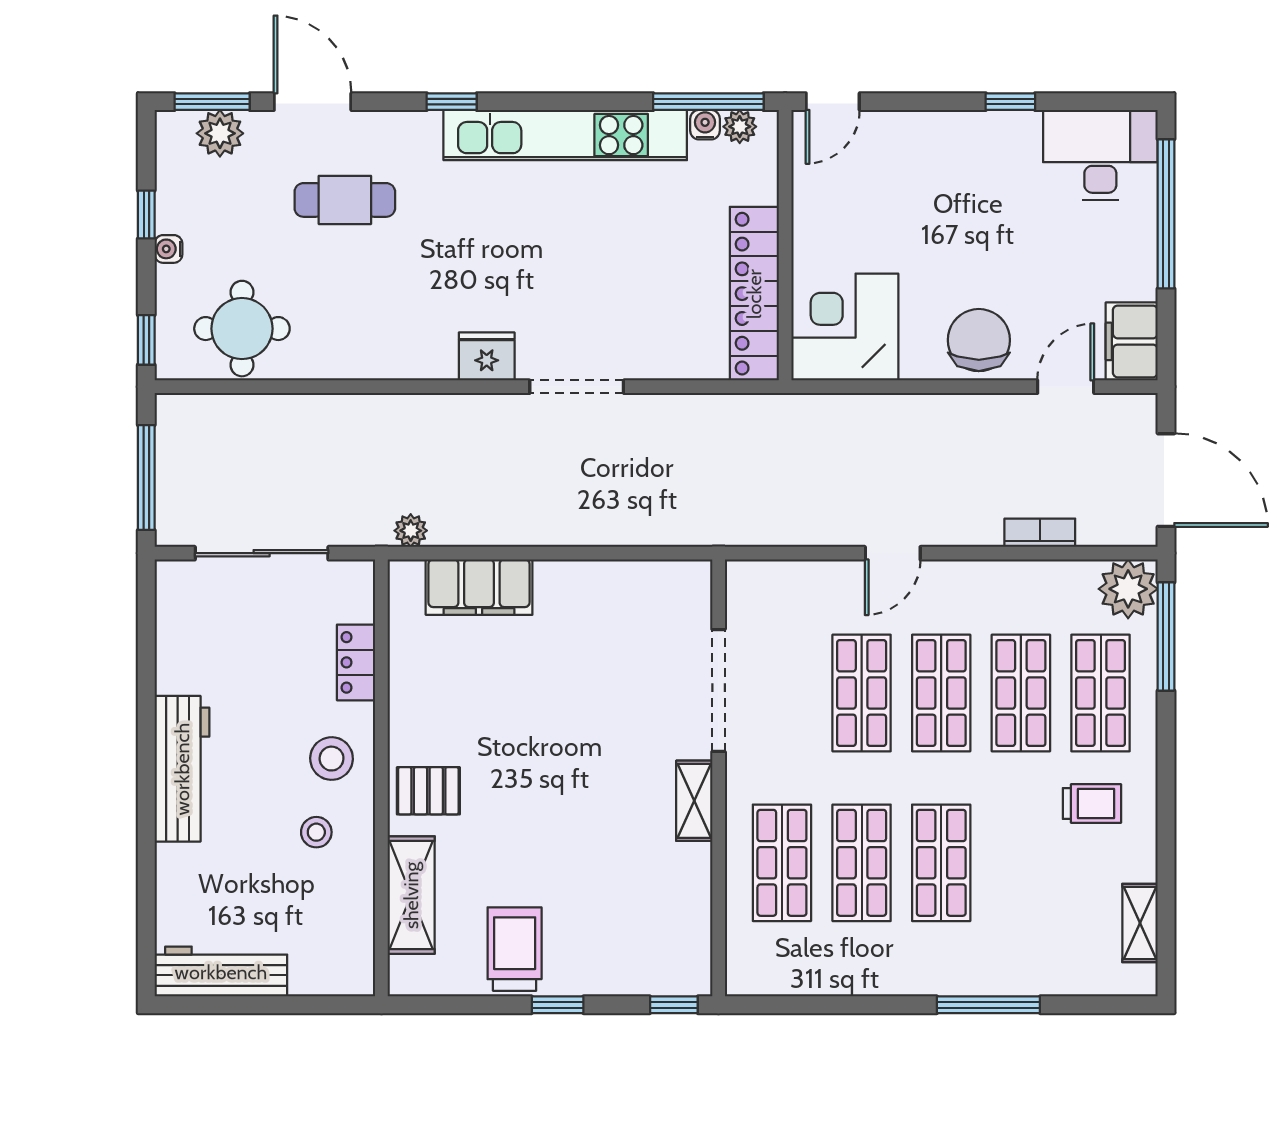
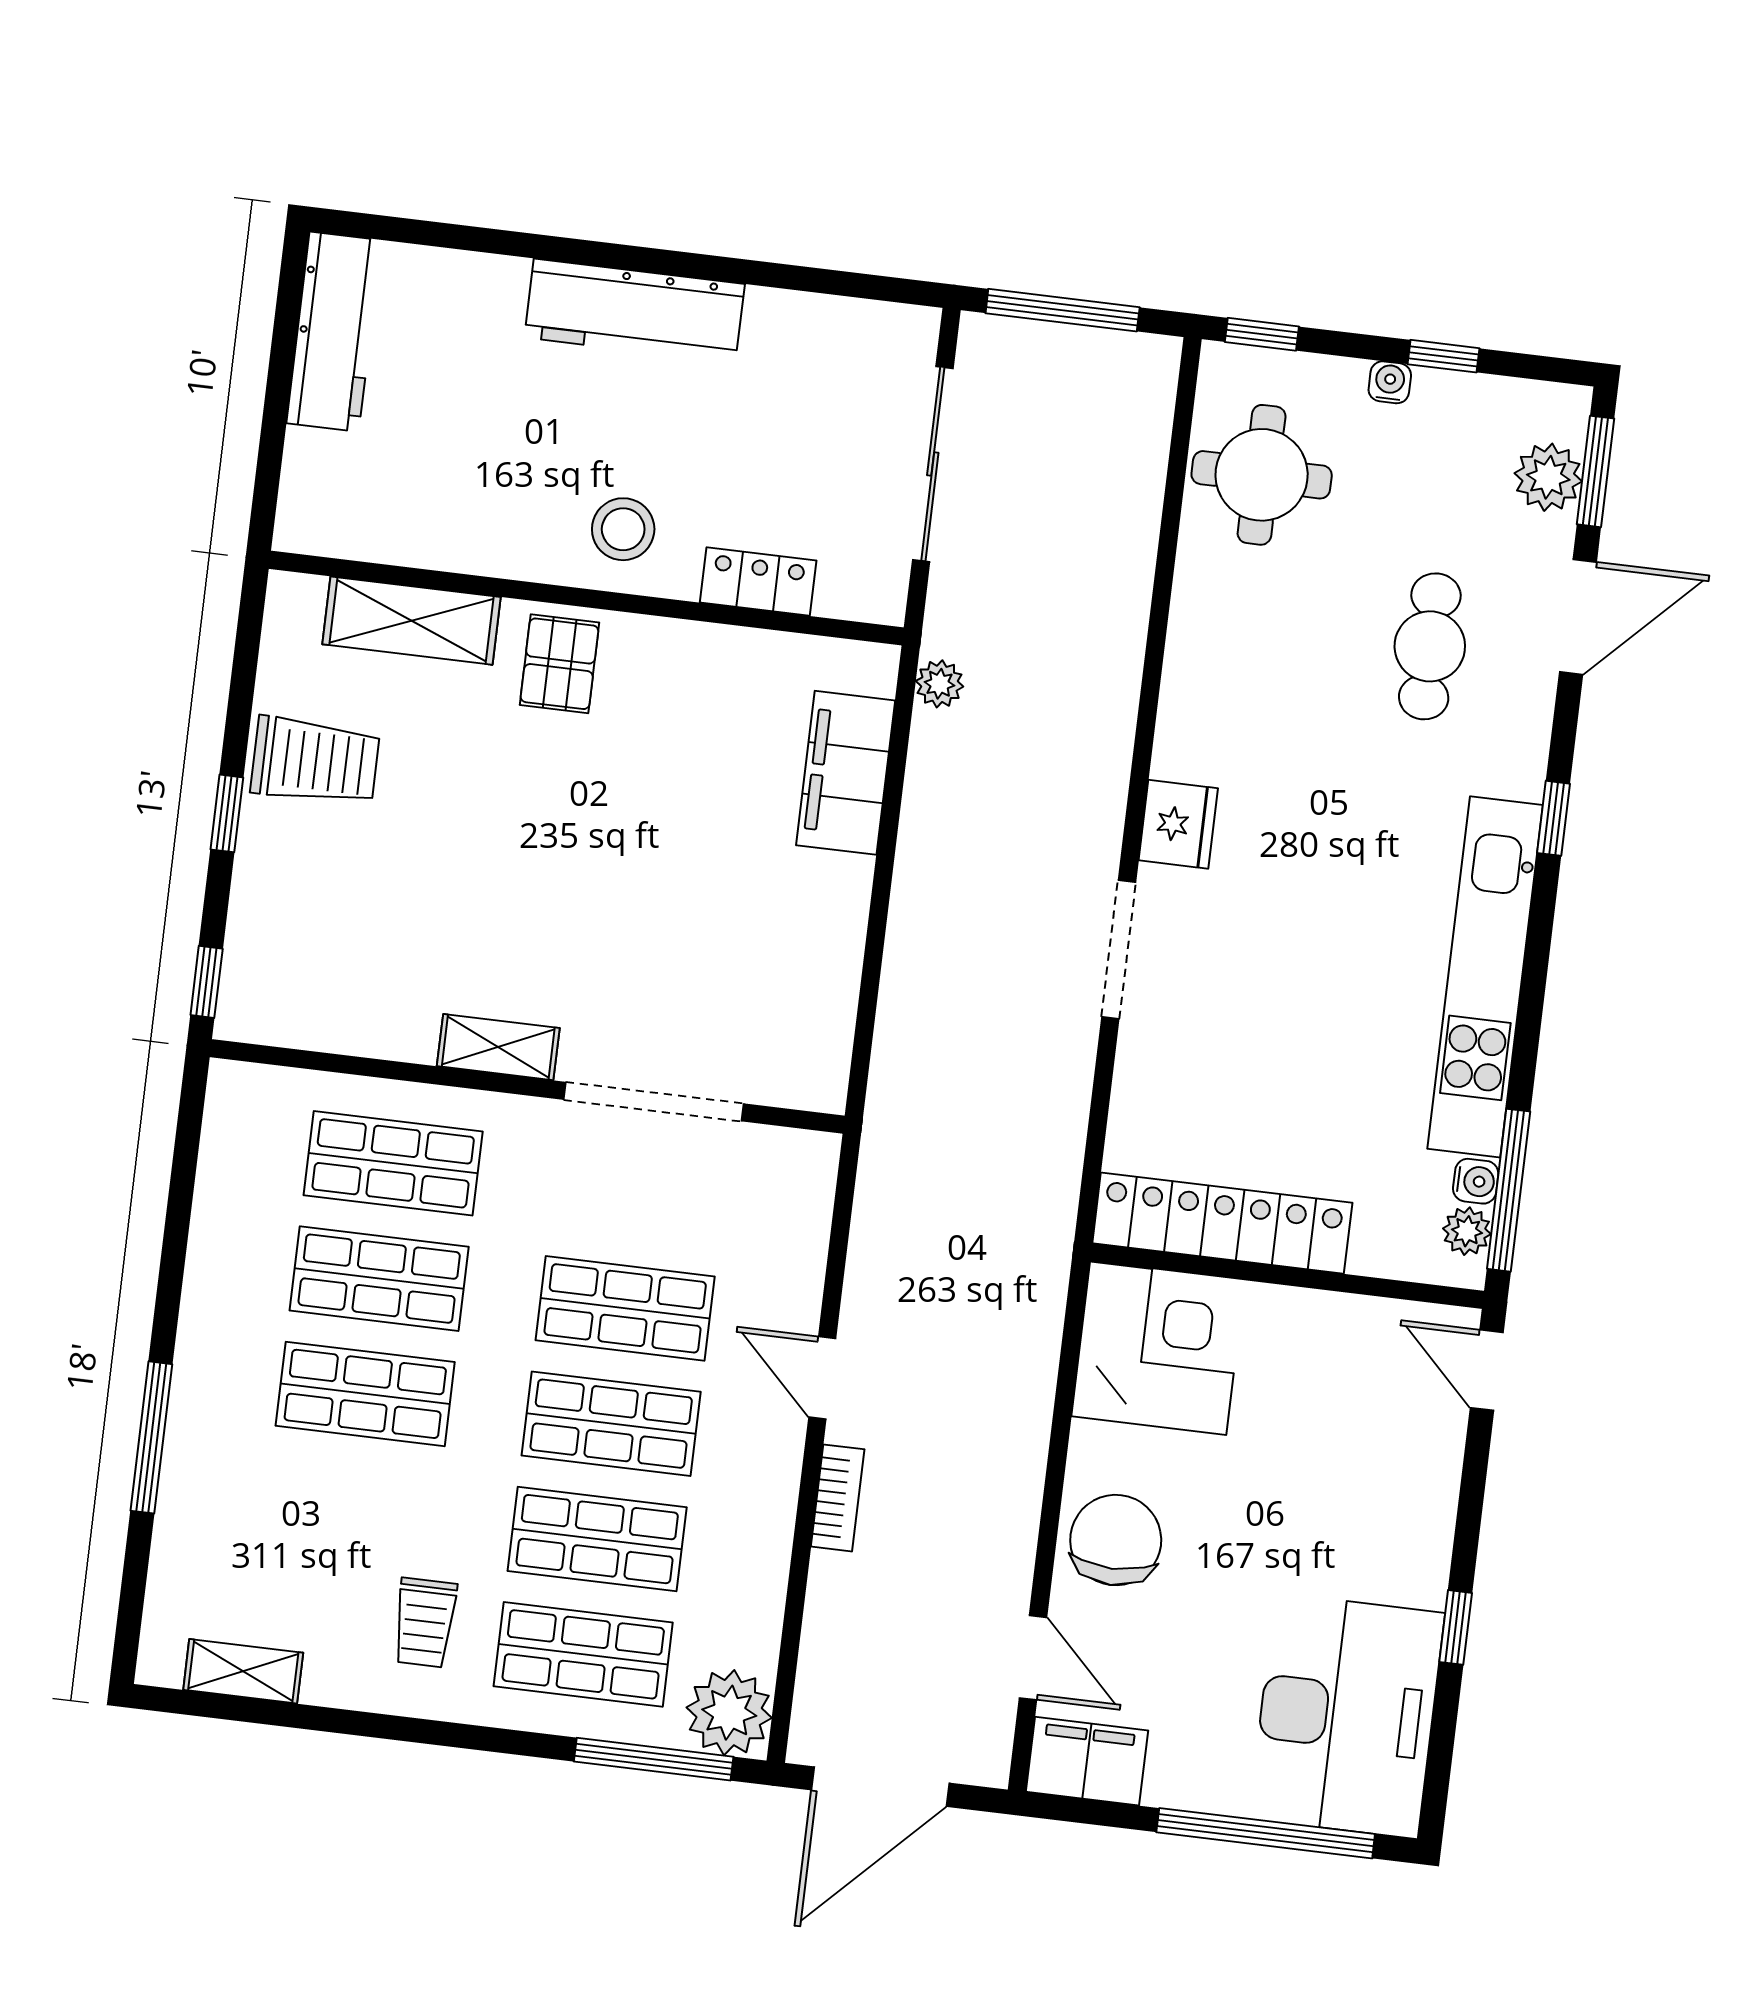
desk: (1100, 155) -> (1347, 1716), width x1.36, depth x1.30
chair: (979, 340) -> (1116, 1540), turned -90
bookcase: (1040, 533) -> (838, 1498), moved
stool: (316, 832) -> (519, 494), removed

